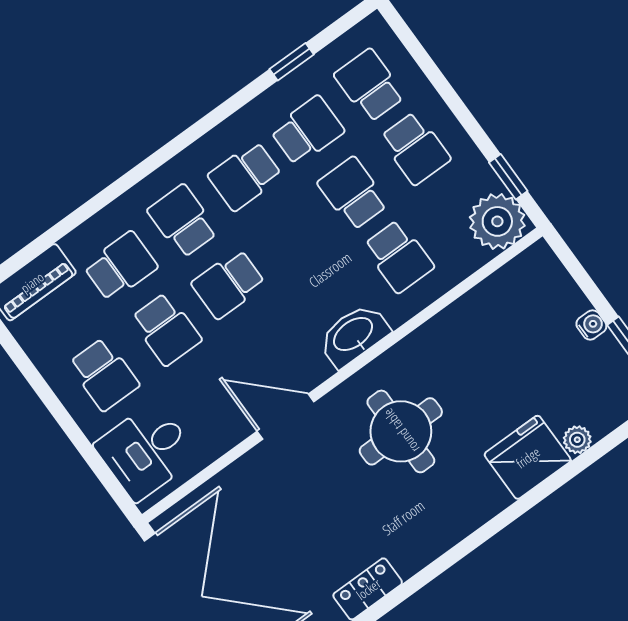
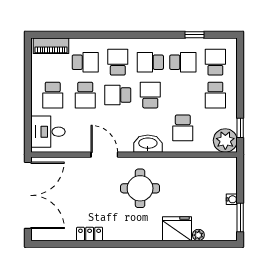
school desk: (353, 193) -> (150, 95), moved

